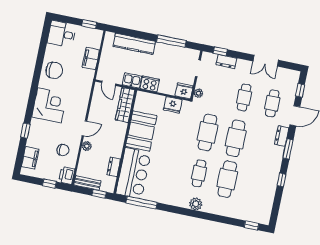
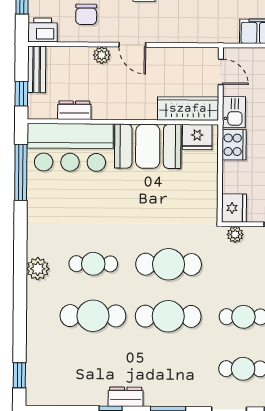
door: (109, 83) -> (221, 72), swing flipped
fridge: (173, 105) -> (197, 137), moved, turned -90
dresser: (282, 136) -> (126, 397), moved

